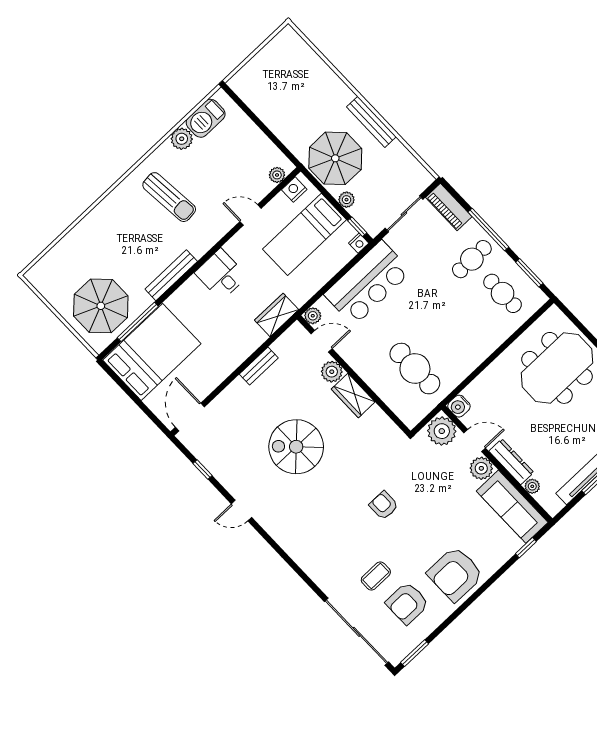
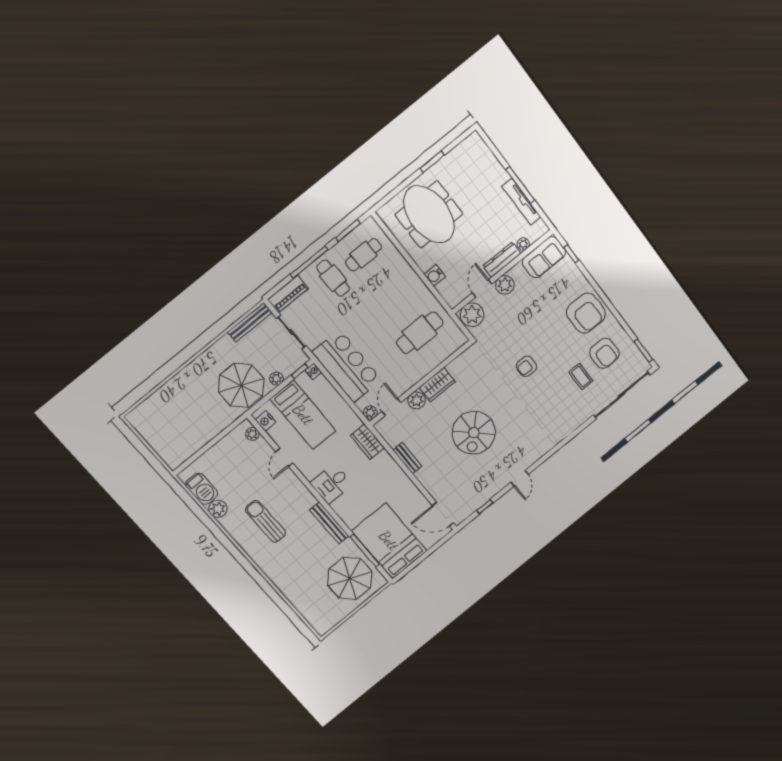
bench: (371, 122) -> (250, 322), moved
sun lounger: (169, 197) -> (266, 521), turned -85
water cooler: (459, 406) -> (435, 275), moved, turned 90
sofa: (512, 507) -> (544, 257), width x0.73

